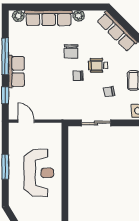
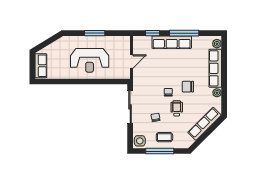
row of seats: (16, 72) -> (172, 42), width x1.48
door: (26, 121) -> (131, 62), moved
sliding door: (96, 123) -> (130, 107), width x1.37

